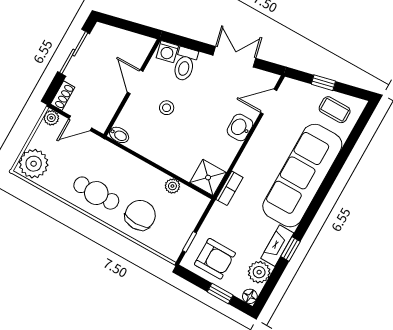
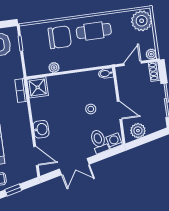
plant: (132, 43) -> (138, 131), added
door: (269, 102) -> (36, 156), hinge flipped
chair: (140, 215) -> (60, 37), turned -90

